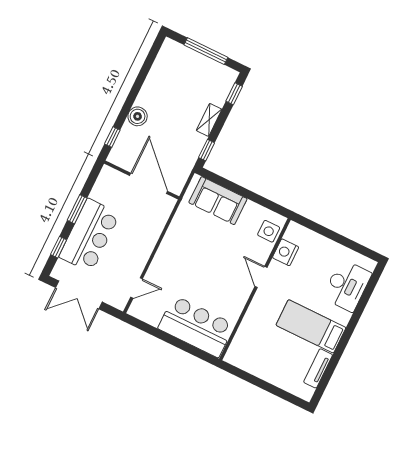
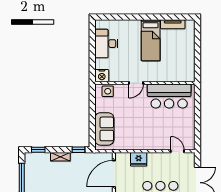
fridge: (152, 228) -> (139, 159), added
nightstand: (286, 252) -> (102, 76), moved
desk: (347, 285) -> (106, 44), moved, turned -90
bar counter: (196, 326) -> (169, 96), moved, turned -90

